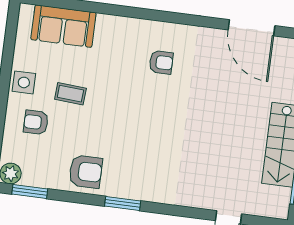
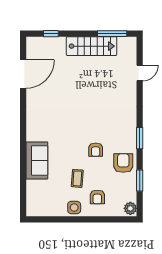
sofa: (63, 26) -> (37, 160), moved
armchair: (161, 62) -> (96, 150), moved, turned 180
window: (30, 192) -> (140, 181), moved

